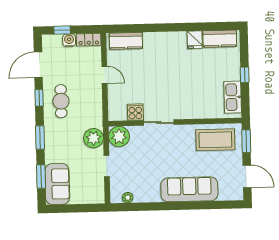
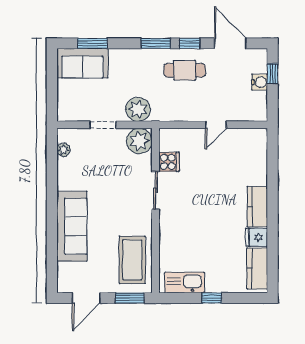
locker: (89, 40) -> (260, 106), removed
kitchen counter: (126, 41) -> (257, 207), moved
window: (40, 138) -> (156, 43), moved

